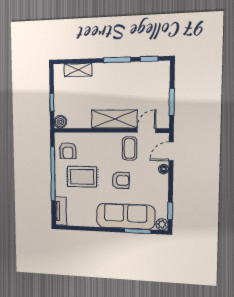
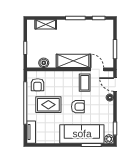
boiler: (60, 122) -> (44, 63), moved
door: (146, 131) -> (97, 69), hinge flipped
door: (171, 151) -> (115, 84), hinge flipped

